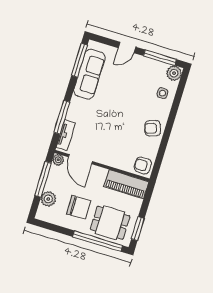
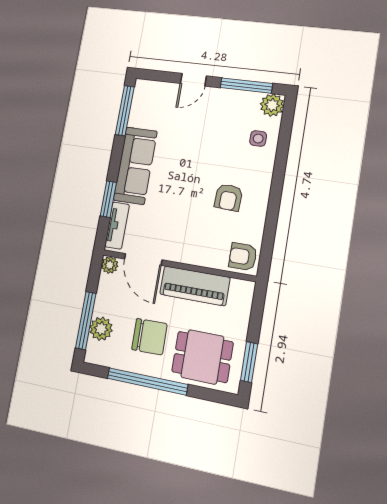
sofa: (89, 74) -> (135, 166), moved
window: (62, 117) -> (108, 199), width x0.69
armchair: (153, 128) -> (229, 197), moved, turned -68
window: (43, 179) -> (86, 321), moved
piano: (126, 184) -> (195, 286), moved
window: (98, 241) -> (147, 381), moved

